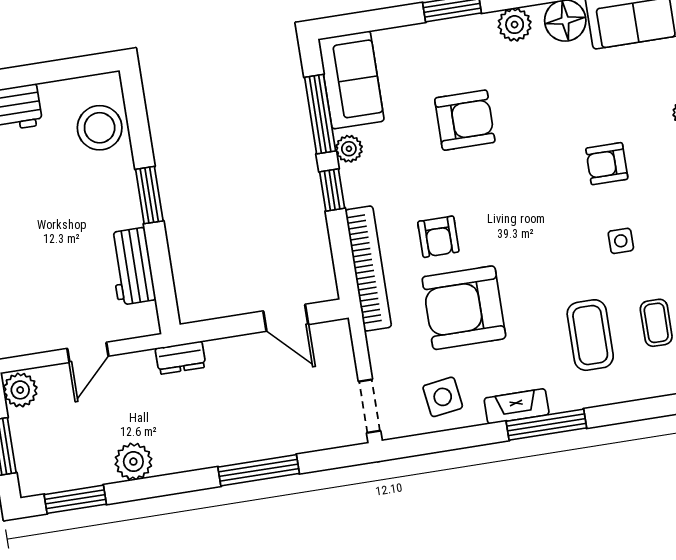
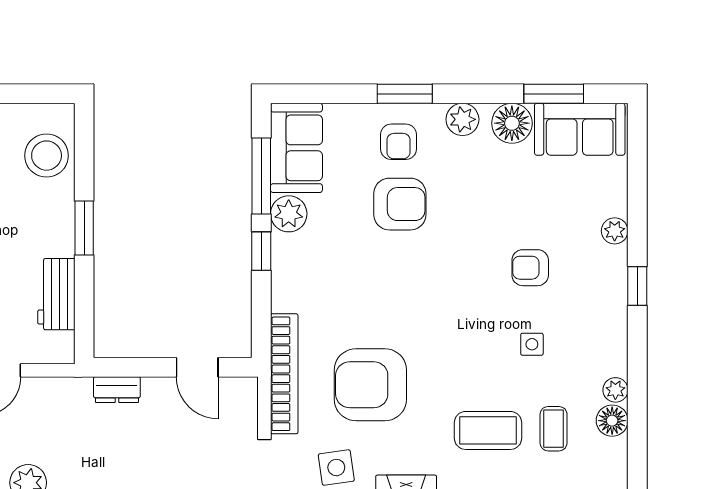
plant: (349, 149) -> (289, 214), width x1.38, depth x1.38
armchair: (438, 237) -> (398, 142), moved
bookcase: (368, 268) -> (284, 374), moved
coffee table: (590, 335) -> (488, 430), turned 90
dresser: (180, 358) -> (117, 390), moved

